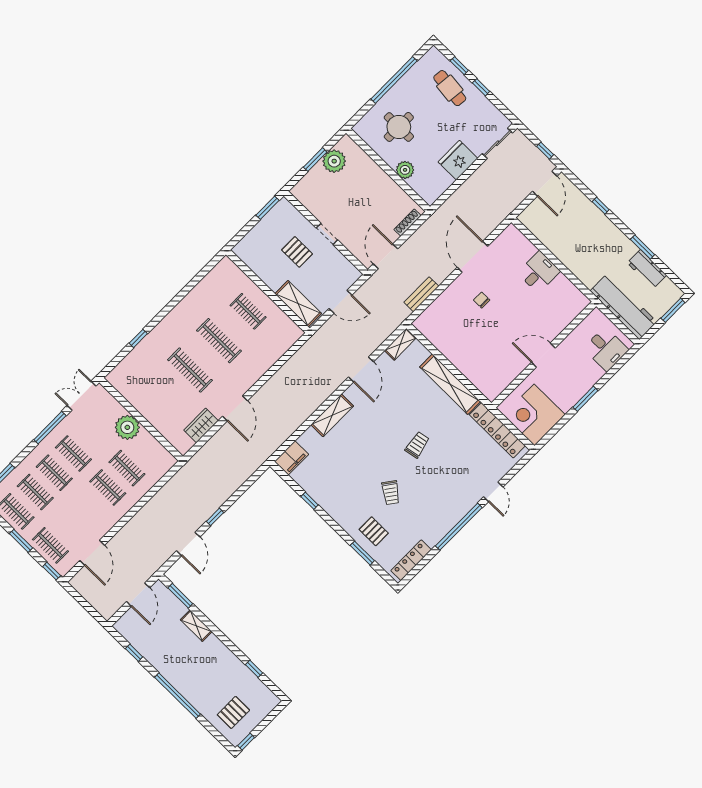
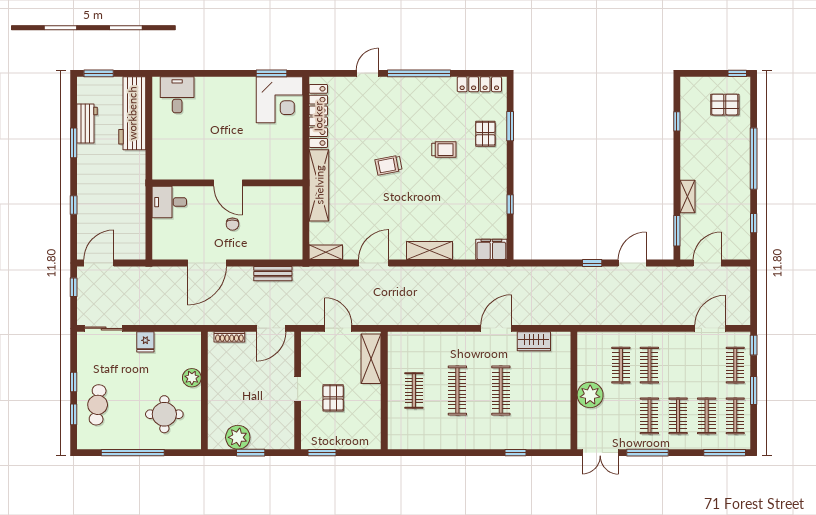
fridge: (458, 160) -> (145, 342), width x0.53, depth x0.75
door: (543, 355) -> (228, 183), moved
wall: (544, 355) -> (227, 183), moved
window: (585, 399) -> (272, 73), moved
trolley: (391, 493) -> (444, 150), turned 54

